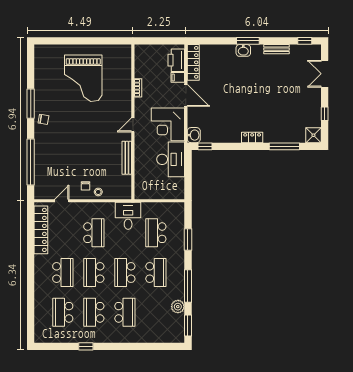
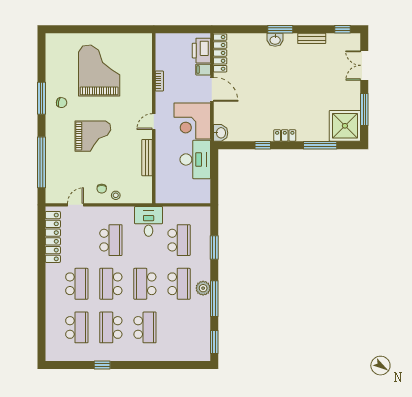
grand piano: (83, 78) -> (99, 70), turned 180
window: (325, 114) -> (364, 109), width x2.17
chair: (43, 119) -> (62, 103), moved
shower: (313, 135) -> (345, 126), width x1.86, depth x1.86
grand piano: (77, 138) -> (93, 136), added
window: (205, 146) -> (263, 145), moved
school desk: (156, 233) -> (179, 240), turned 180
plant: (178, 307) -> (203, 288), moved
school desk: (63, 312) -> (77, 327), turned 180

